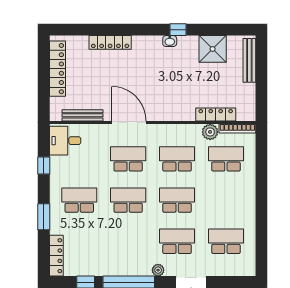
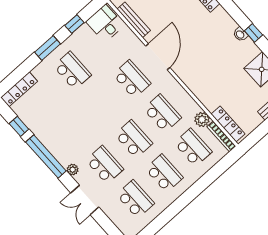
locker: (216, 114) -> (228, 124), moved
school desk: (128, 200) -> (164, 173), moved
window: (44, 217) -> (48, 48), moved

